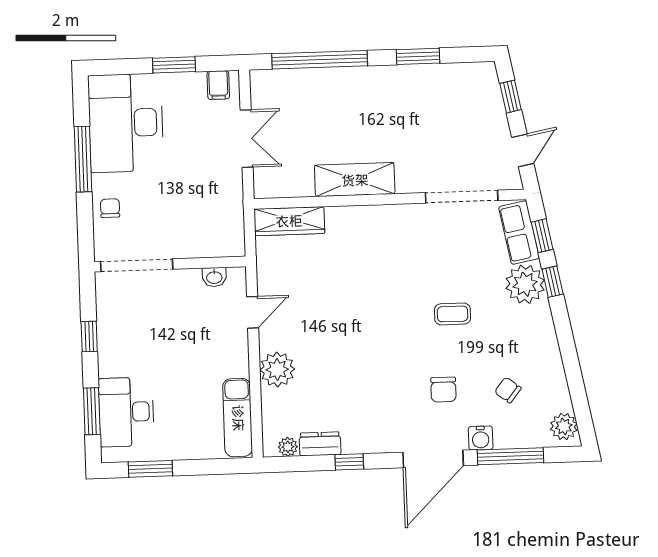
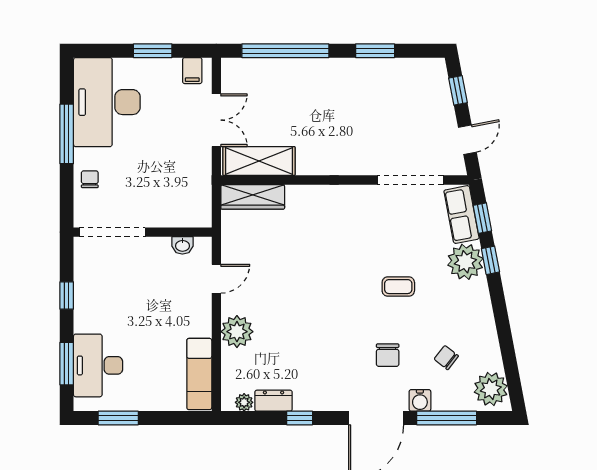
shelving: (355, 180) -> (259, 161), moved
plant: (564, 427) -> (491, 389), width x1.36, depth x1.36

